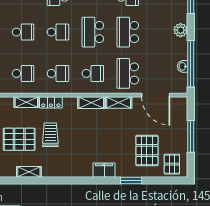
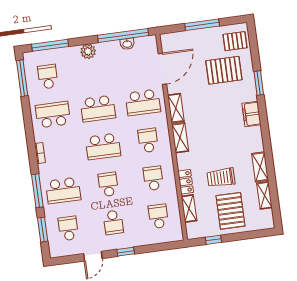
school desk: (23, 32) -> (113, 222), turned 180
shelving: (55, 171) -> (260, 167), added

